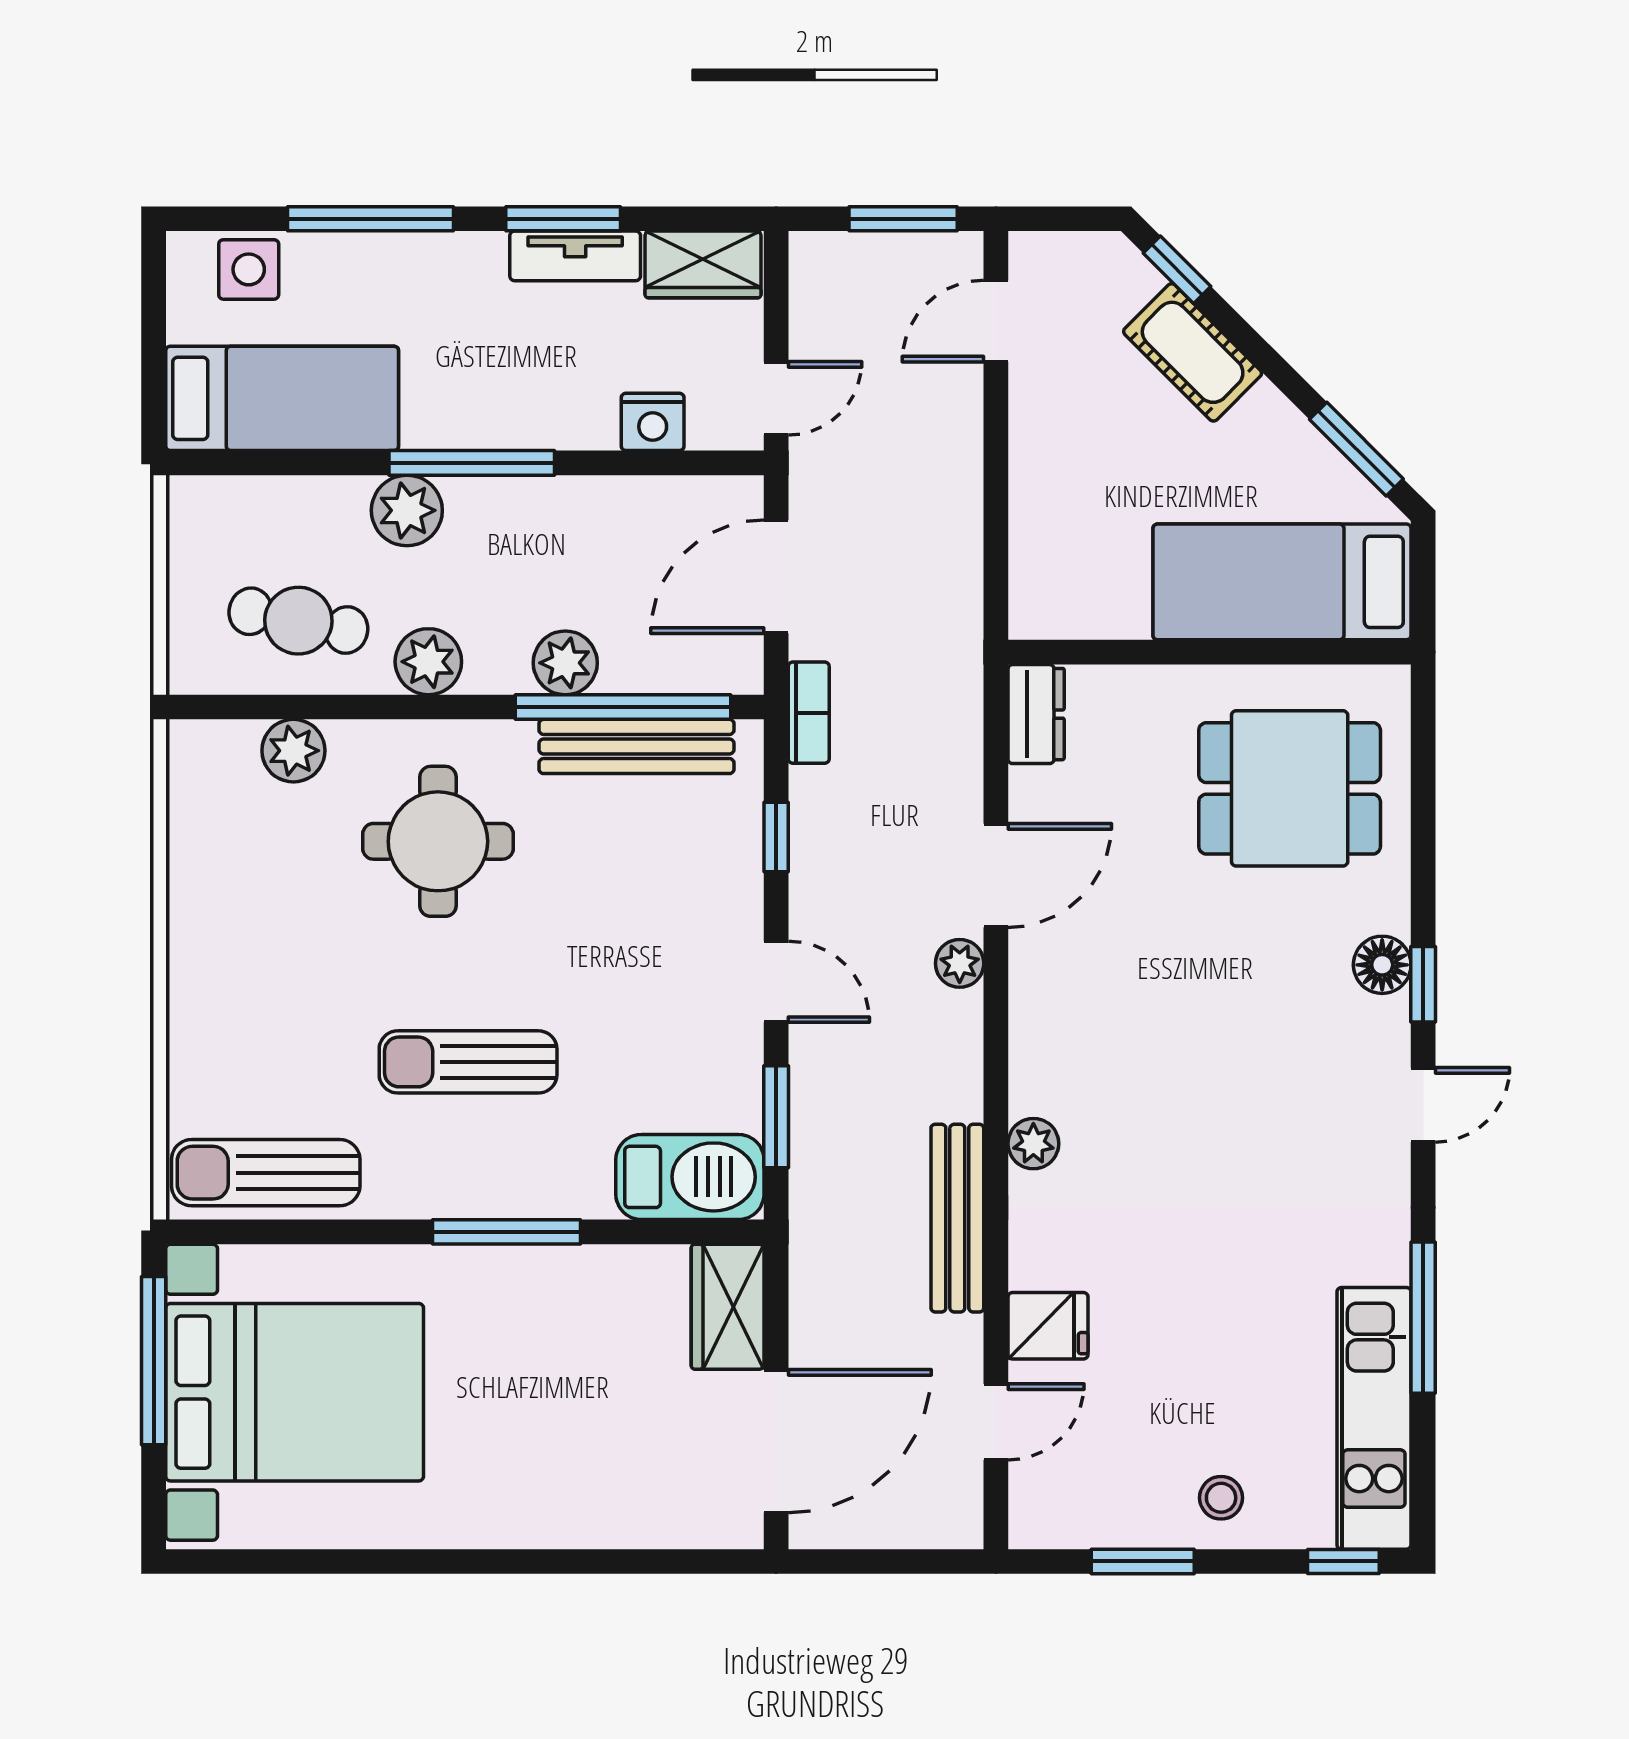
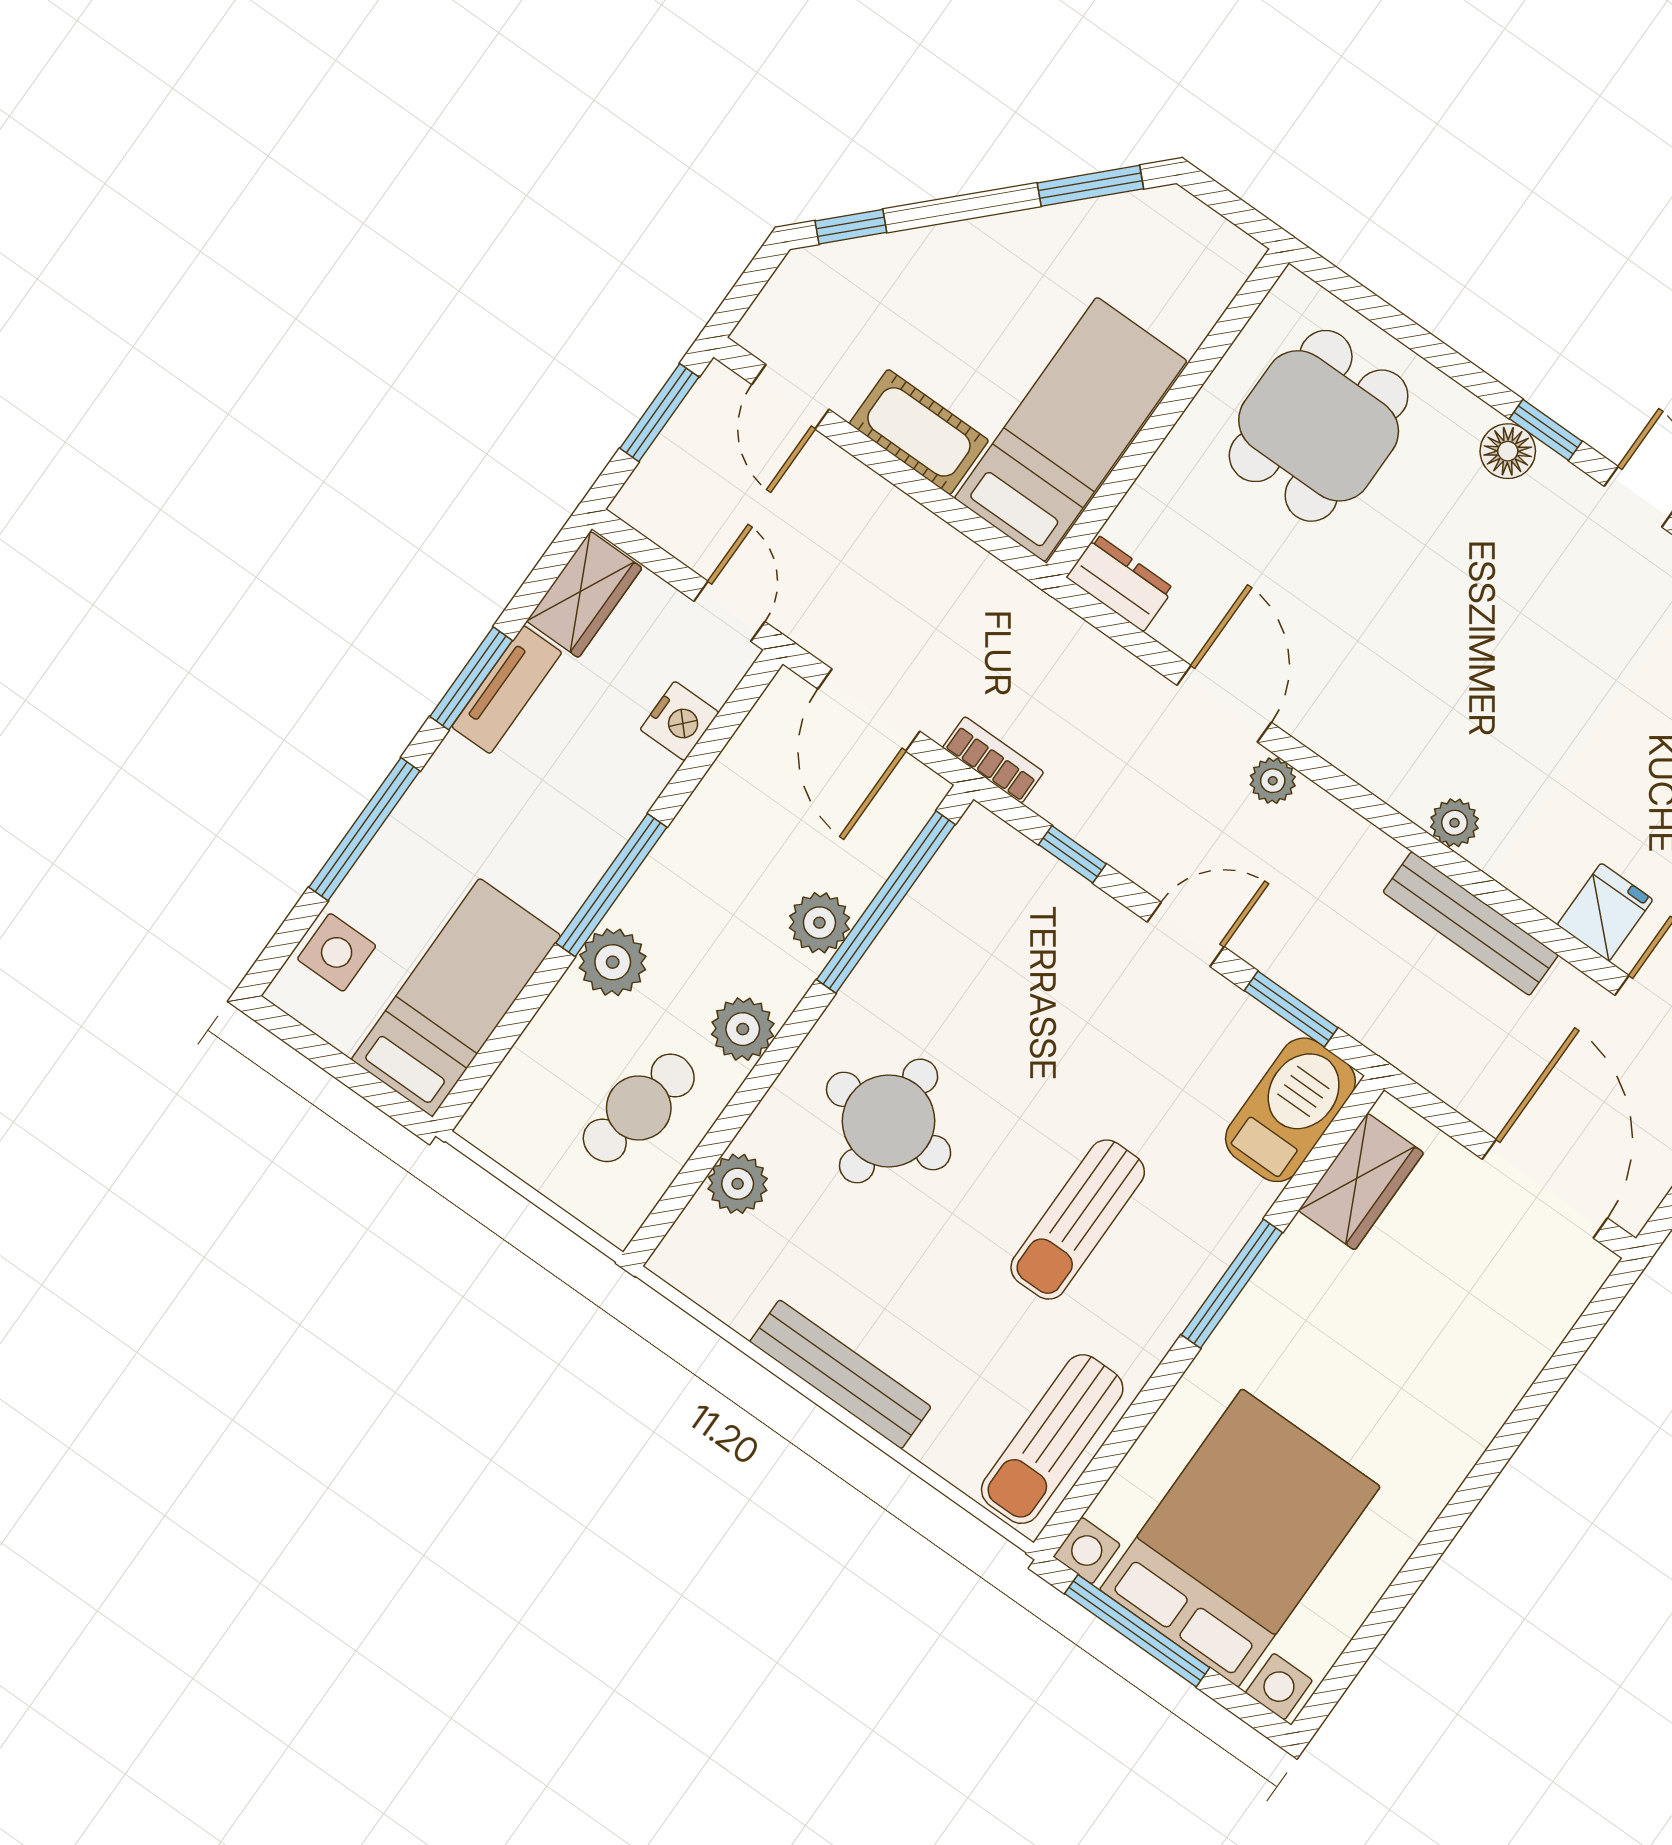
cot: (1193, 352) -> (919, 432), moved, turned 45
bed: (1282, 582) -> (1071, 429), moved, turned 180
bench: (637, 746) -> (840, 1374), moved, turned 90
wardrobe: (728, 1307) -> (1361, 1182), moved, turned -90

